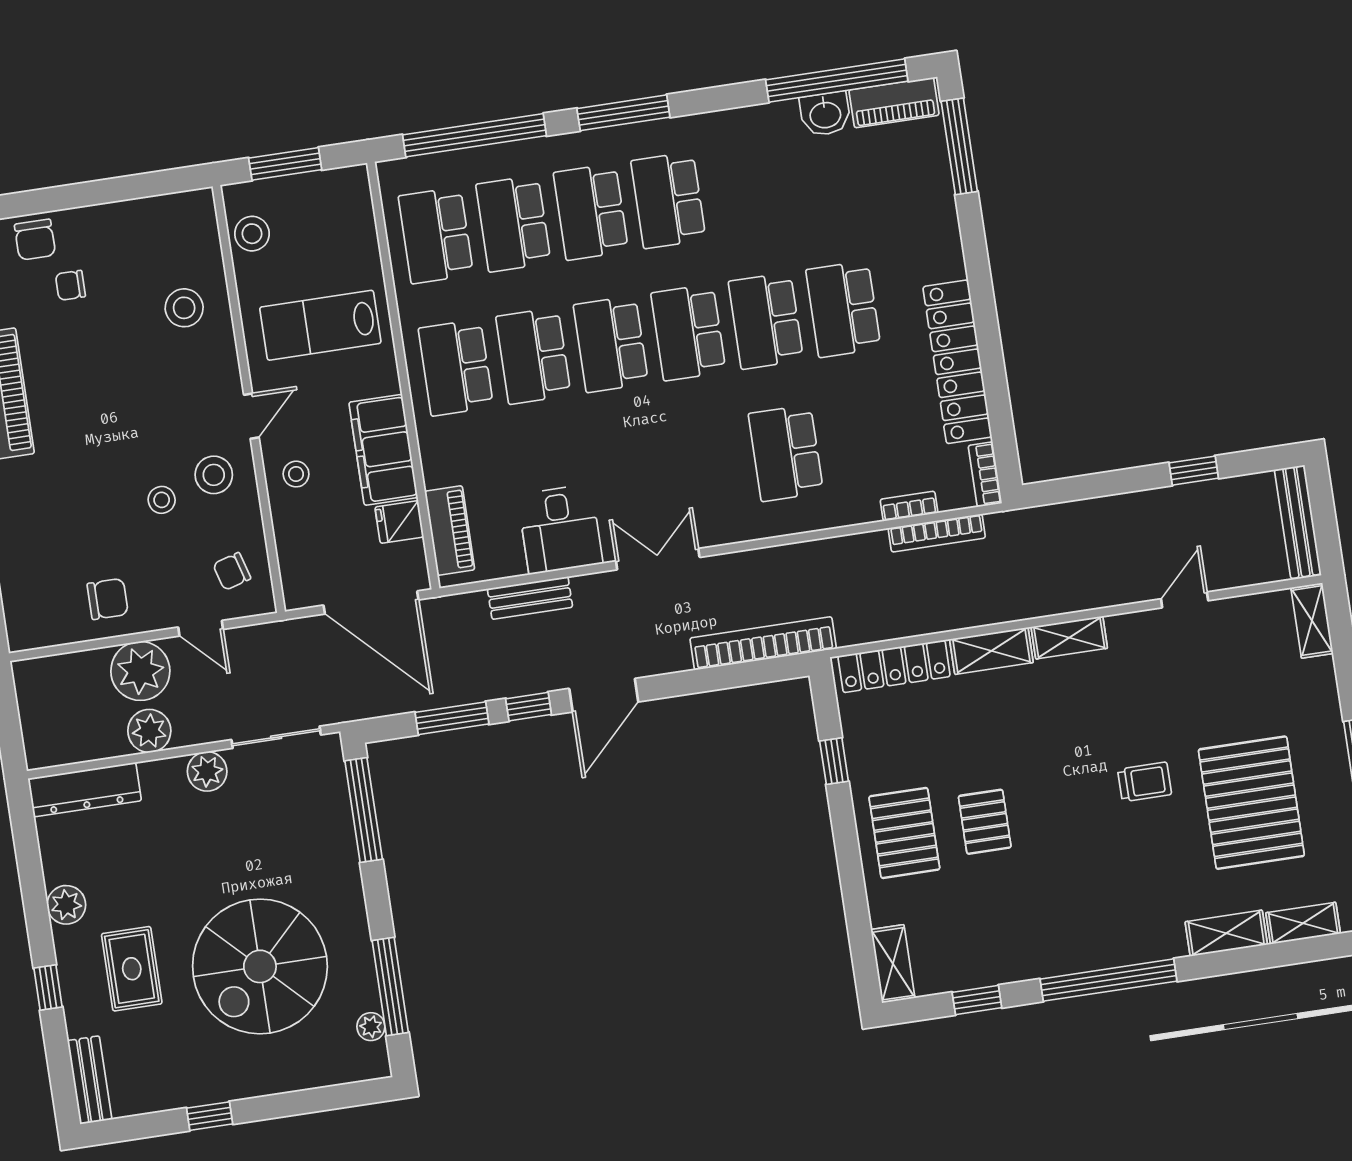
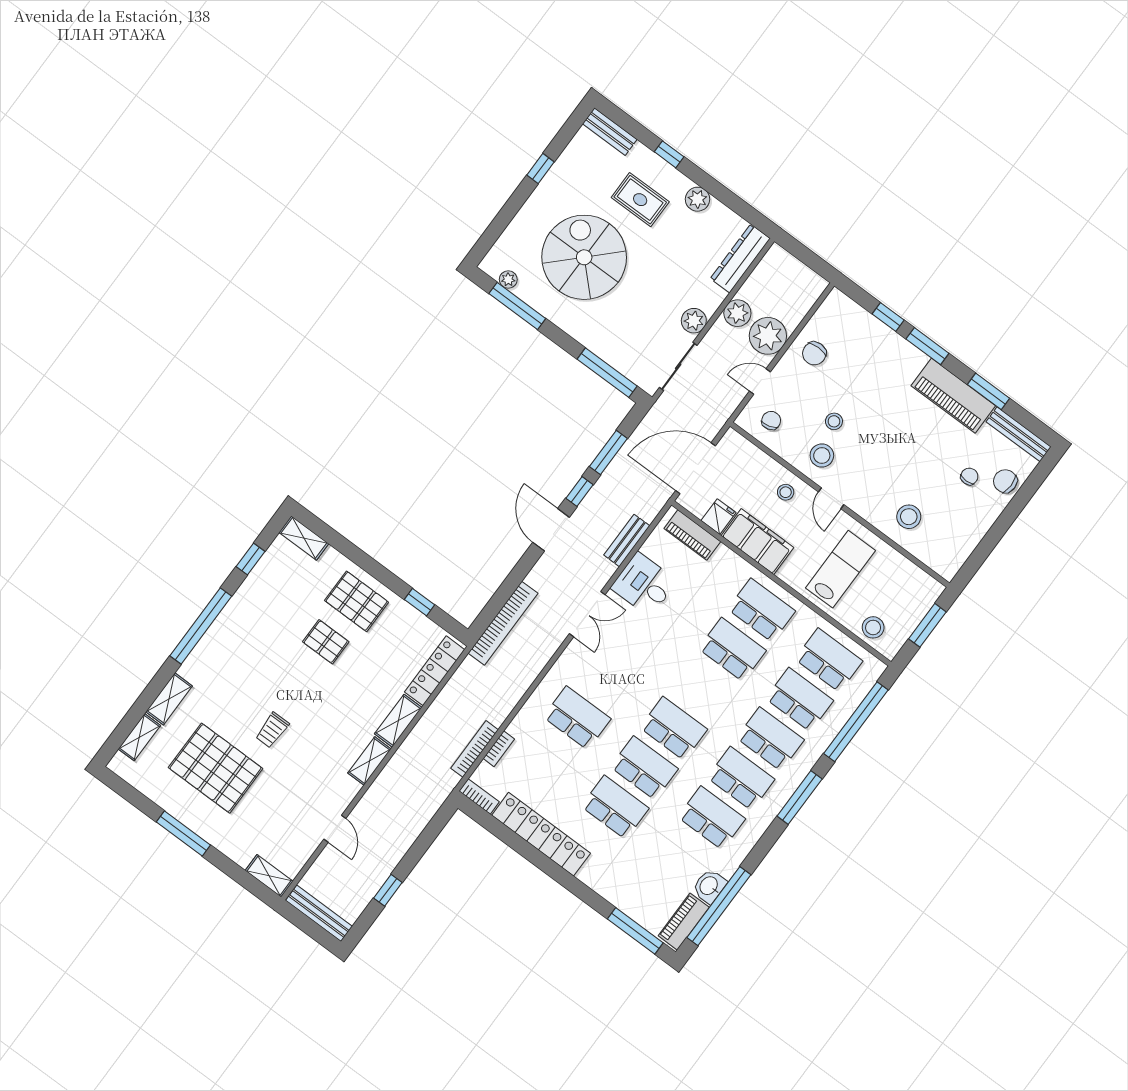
stool: (252, 234) -> (873, 627), moved
school desk: (611, 344) -> (712, 818), moved

